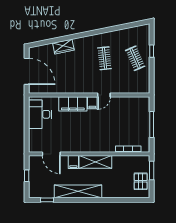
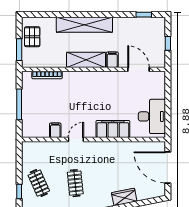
filing cabinet: (92, 103) -> (55, 130), moved
shelving: (78, 191) -> (84, 25), moved

